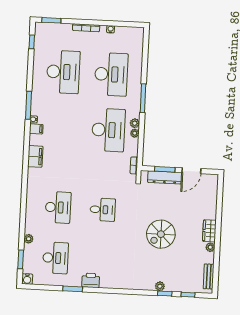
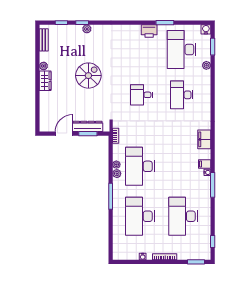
desk: (55, 258) -> (182, 50), width x1.36, depth x1.30

